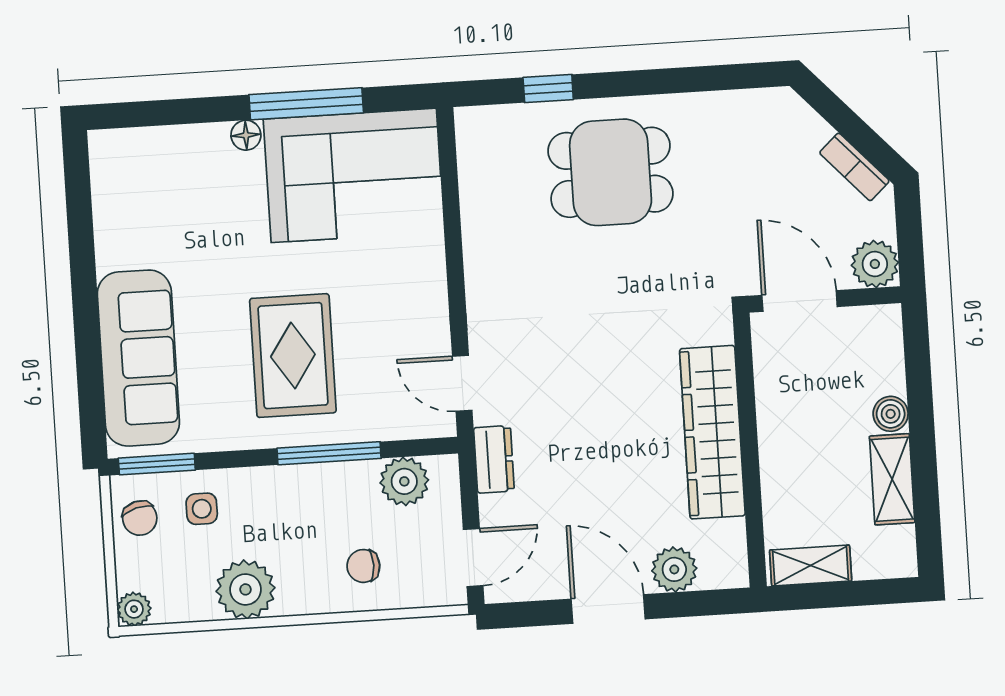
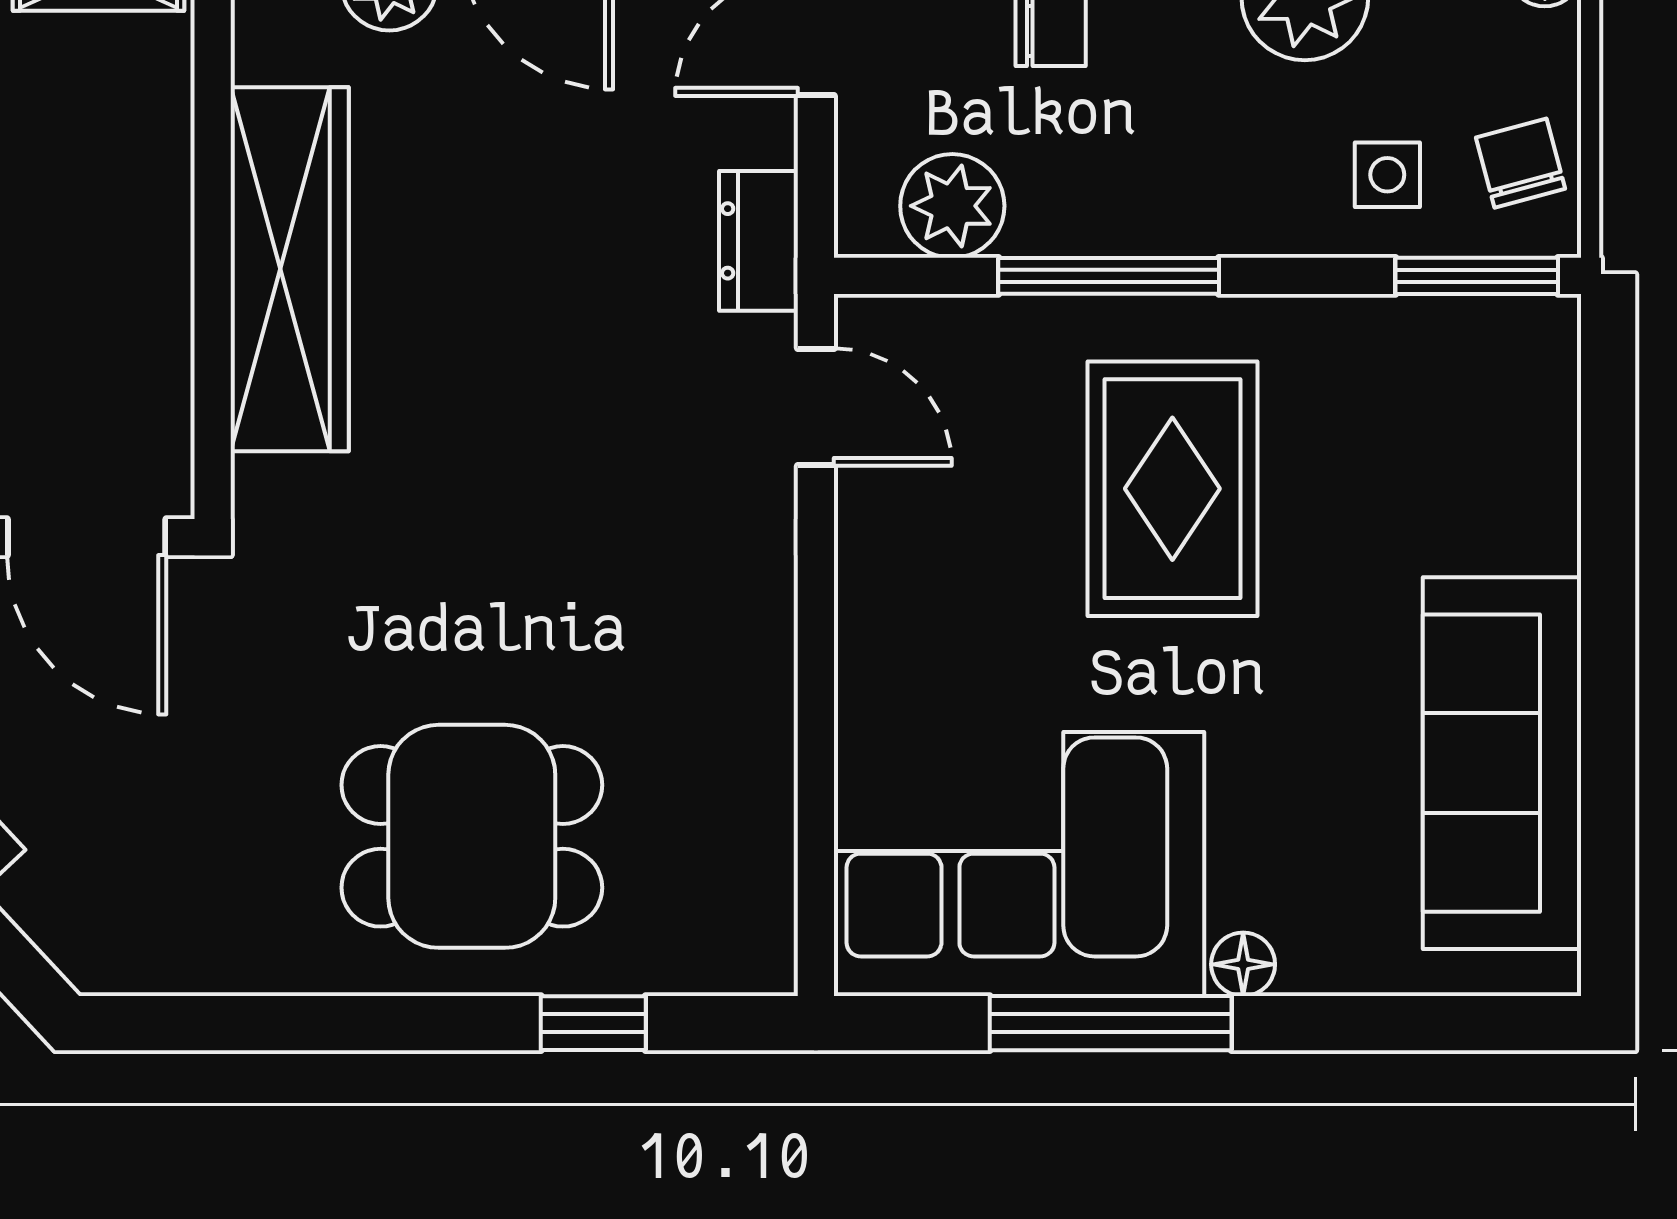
sofa: (138, 358) -> (1502, 763), moved

